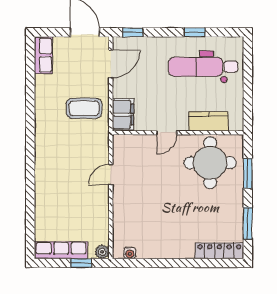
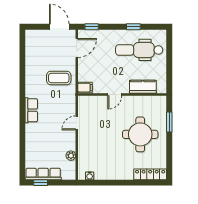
row of seats: (43, 55) -> (31, 110), moved
filing cabinet: (123, 114) -> (85, 88), width x0.50
round table: (210, 163) -> (140, 134), moved
window: (248, 223) -> (169, 156), removed
plant: (102, 252) -> (71, 156), moved
window: (81, 263) -> (41, 183), moved

